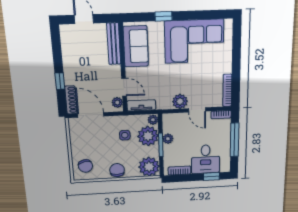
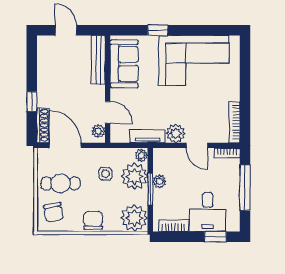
tv unit: (141, 105) -> (147, 136), moved
cafe table: (89, 144) -> (60, 183), added

